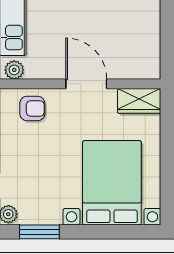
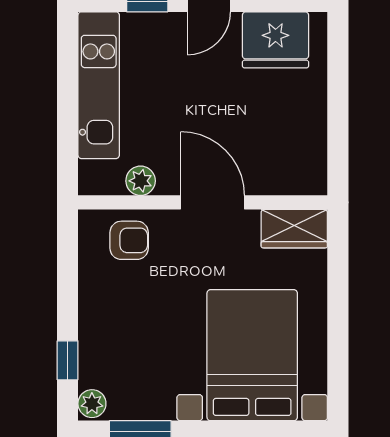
plant: (14, 70) -> (141, 181), moved

